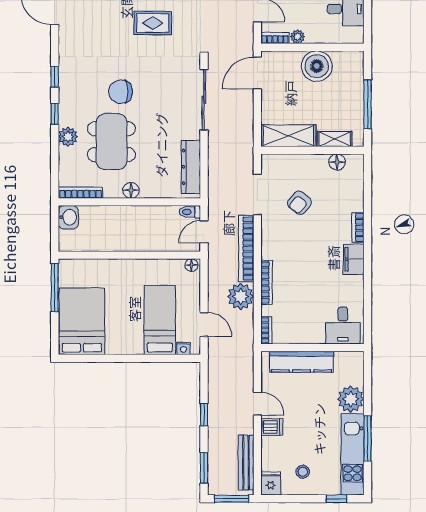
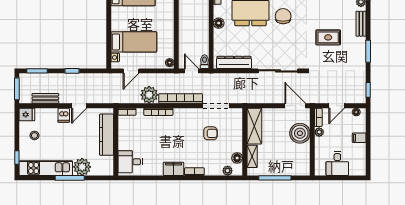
rug: (153, 23) -> (328, 37), turned 90
boiler: (317, 66) -> (300, 133), moved
plant: (357, 177) -> (228, 171), added
armchair: (299, 203) -> (210, 133), turned 141
window: (368, 438) -> (70, 178), moved
bench: (246, 463) -> (45, 98), width x0.73

